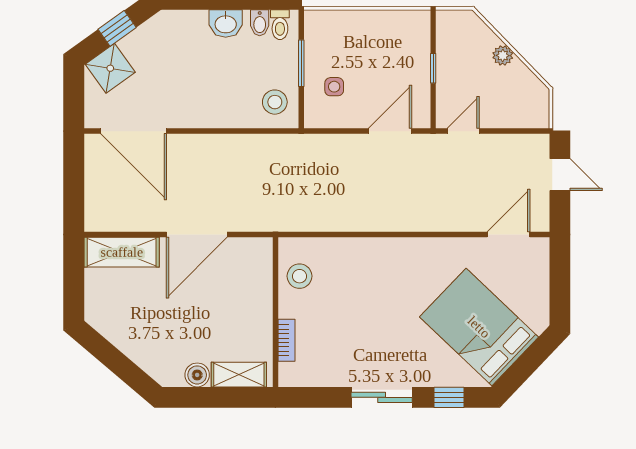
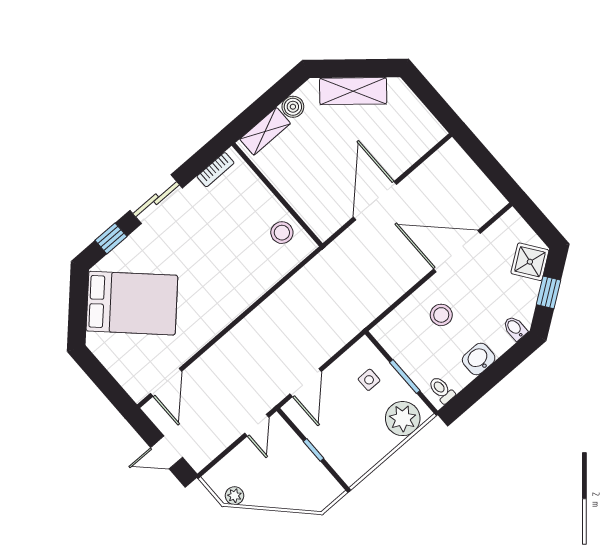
bidet: (260, 23) -> (515, 328), moved
plant: (334, 29) -> (403, 419), added
plant: (503, 55) -> (234, 496), moved
stool: (275, 102) -> (441, 315), moved
door: (134, 131) -> (457, 251), moved
shelving: (122, 252) -> (353, 91), moved, turned 40
bookcase: (286, 340) -> (216, 170), moved, turned -90

